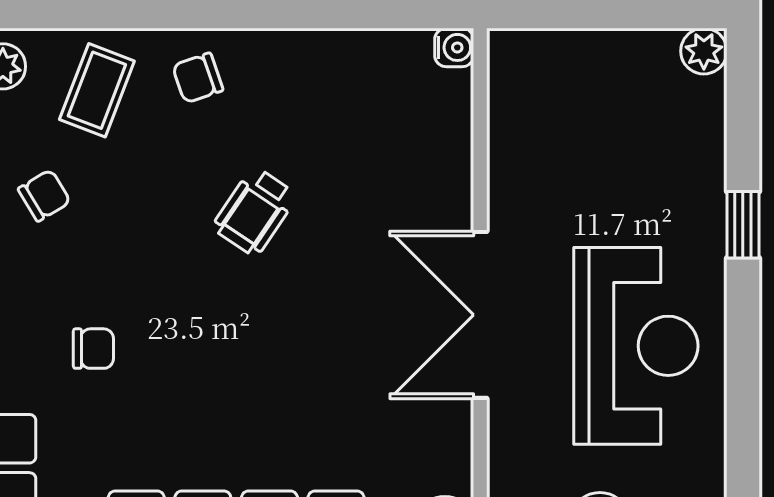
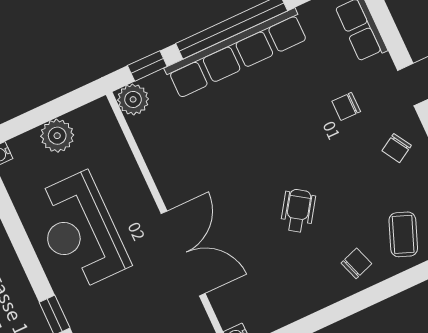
chair: (44, 195) -> (397, 148), moved
double door: (480, 315) -> (183, 253), moved

